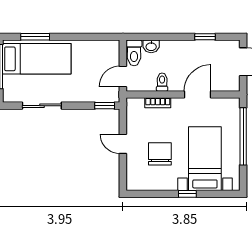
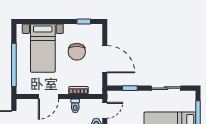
window: (105, 106) -> (130, 88), moved
door: (123, 144) -> (105, 59), width x1.88
window: (187, 194) -> (84, 21), moved

